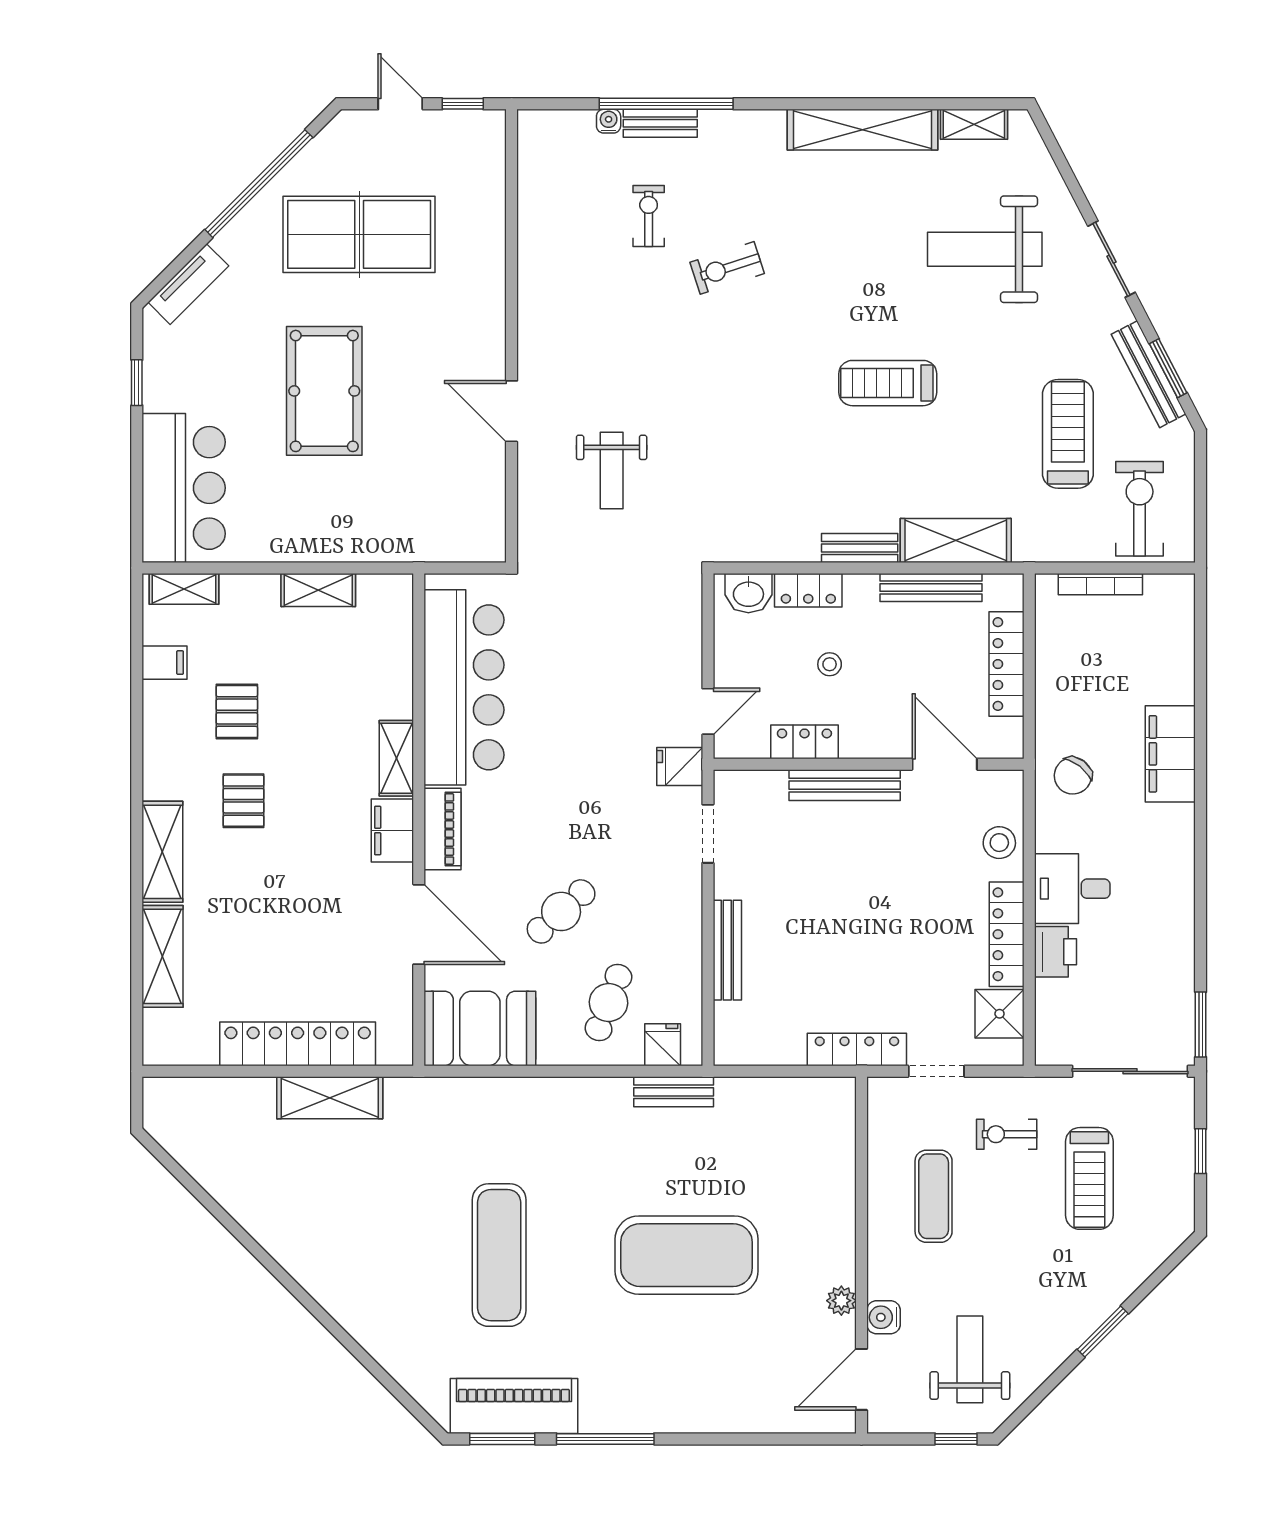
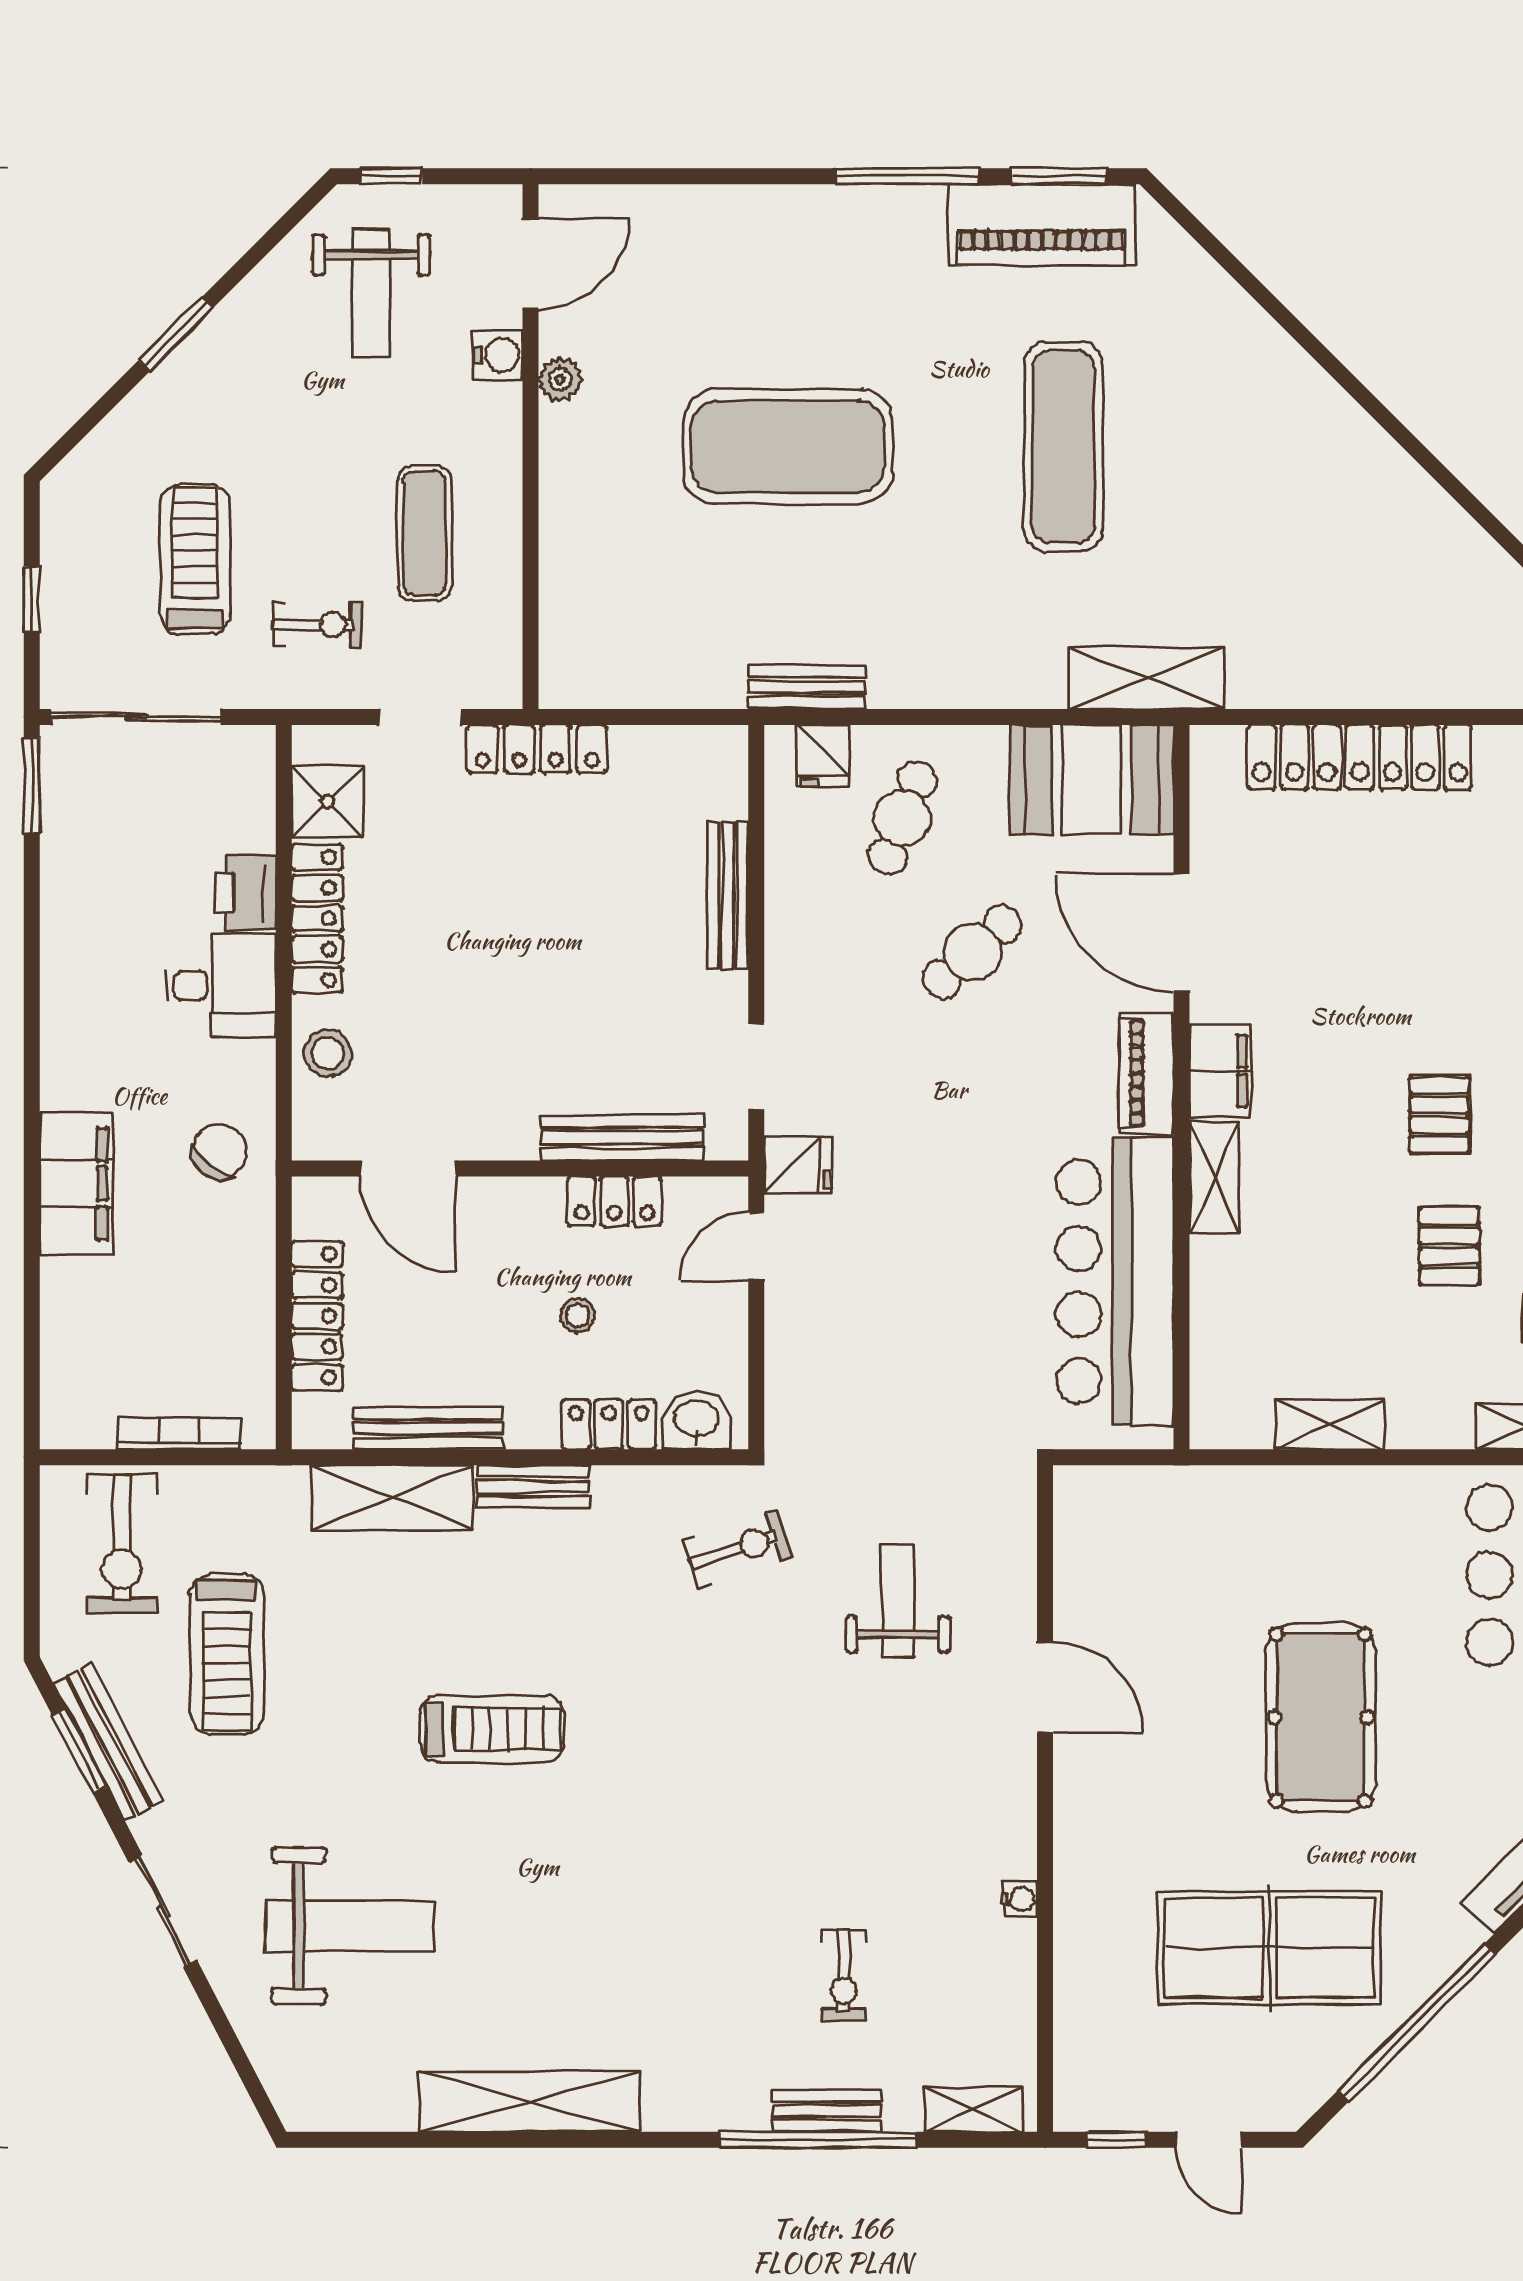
water cooler: (609, 121) -> (1020, 1899), moved, turned -90
shelving: (974, 124) -> (973, 2110), moved
exercise bike: (727, 268) -> (737, 1549), moved
bench: (845, 785) -> (622, 1138), moved
shelving: (330, 1098) -> (1147, 678), moved

